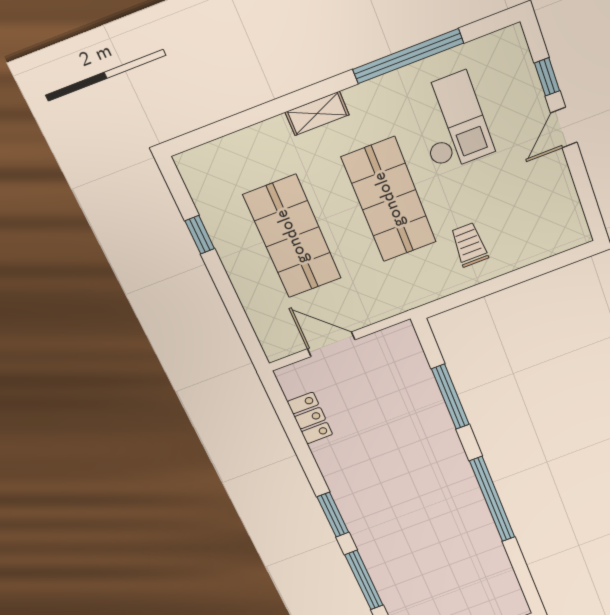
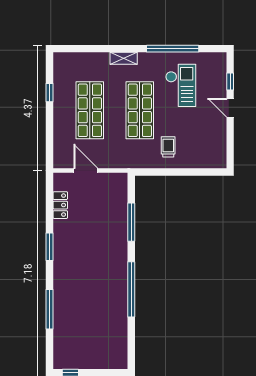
door: (564, 128) -> (230, 108), hinge flipped
window: (333, 515) -> (49, 247), moved

